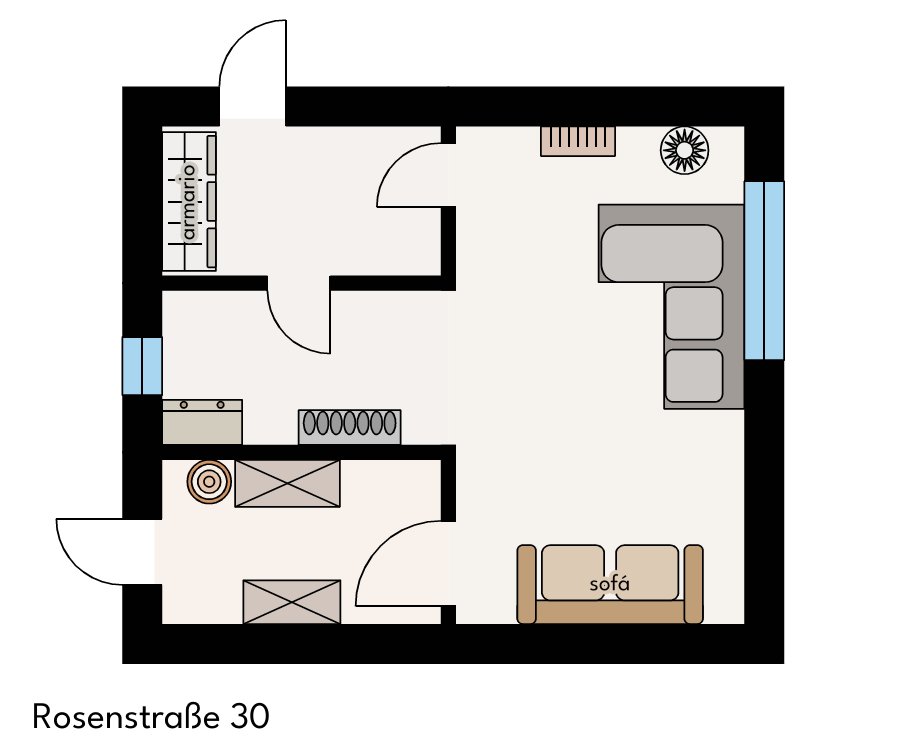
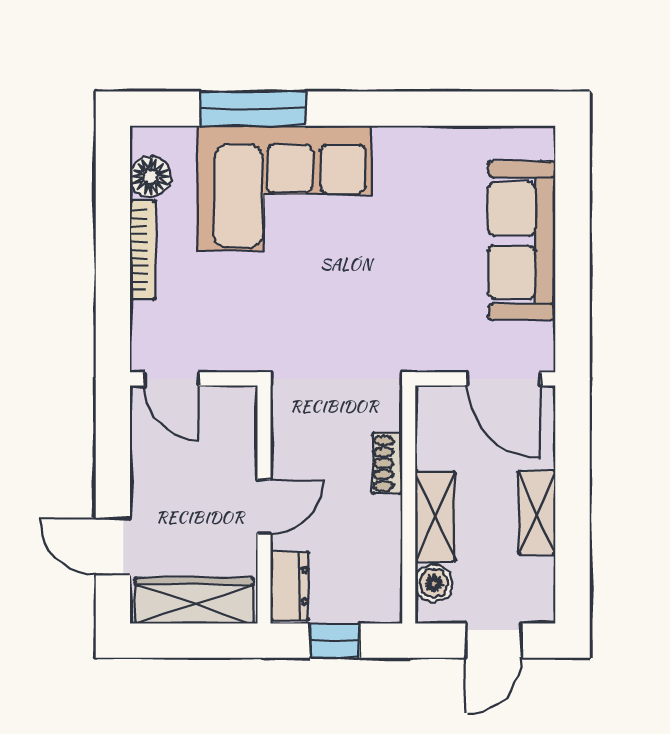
bookcase: (578, 141) -> (143, 250), width x1.56
window: (764, 271) -> (253, 109), width x0.68
dresser: (202, 422) -> (290, 586), moved, turned 180
shoe rack: (350, 428) -> (387, 463), width x0.70

